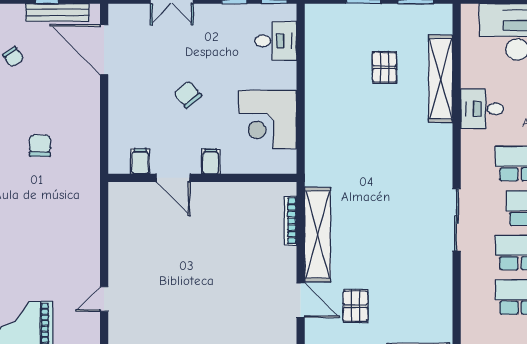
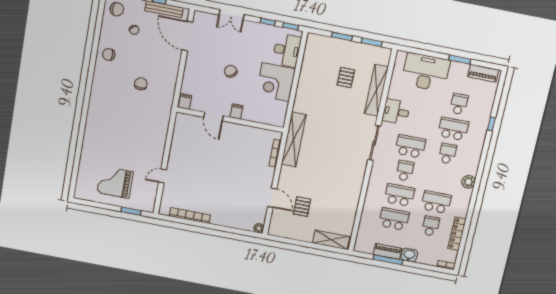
desk: (276, 41) -> (287, 50), width x1.37
corner desk: (268, 119) -> (276, 82), moved
filing cabinet: (140, 161) -> (185, 101), moved
sliding door: (457, 220) -> (374, 143), moved
shelving: (318, 235) -> (294, 140), moved

